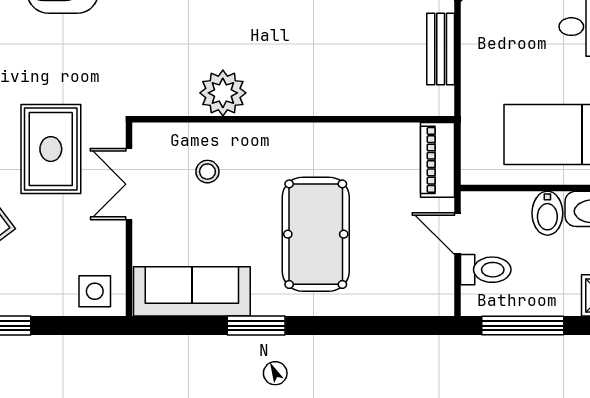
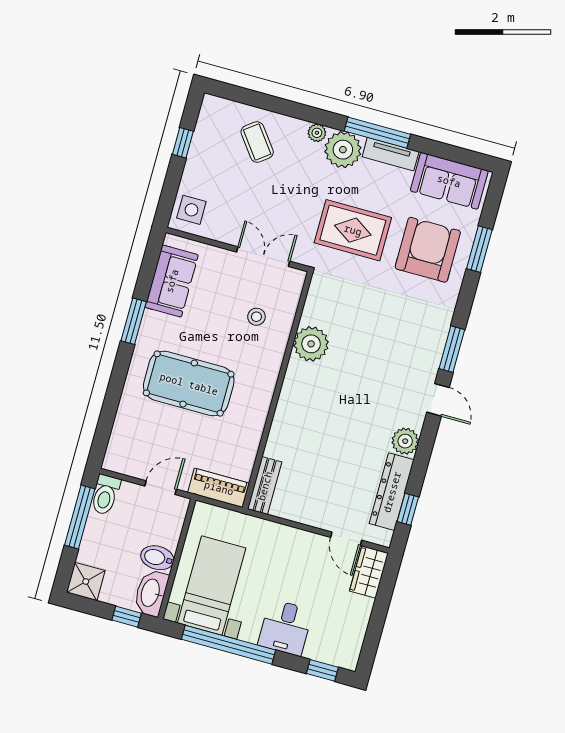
bench: (441, 49) -> (265, 486), moved, turned 90
rug: (51, 149) -> (353, 230), moved
toilet: (486, 270) -> (105, 495), moved
sofa: (192, 291) -> (172, 281), width x0.73

